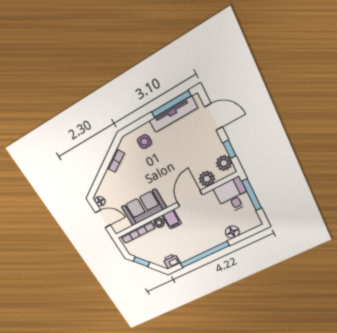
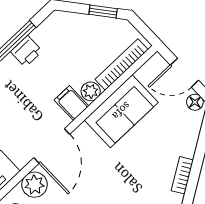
printer: (172, 261) -> (26, 51), moved

